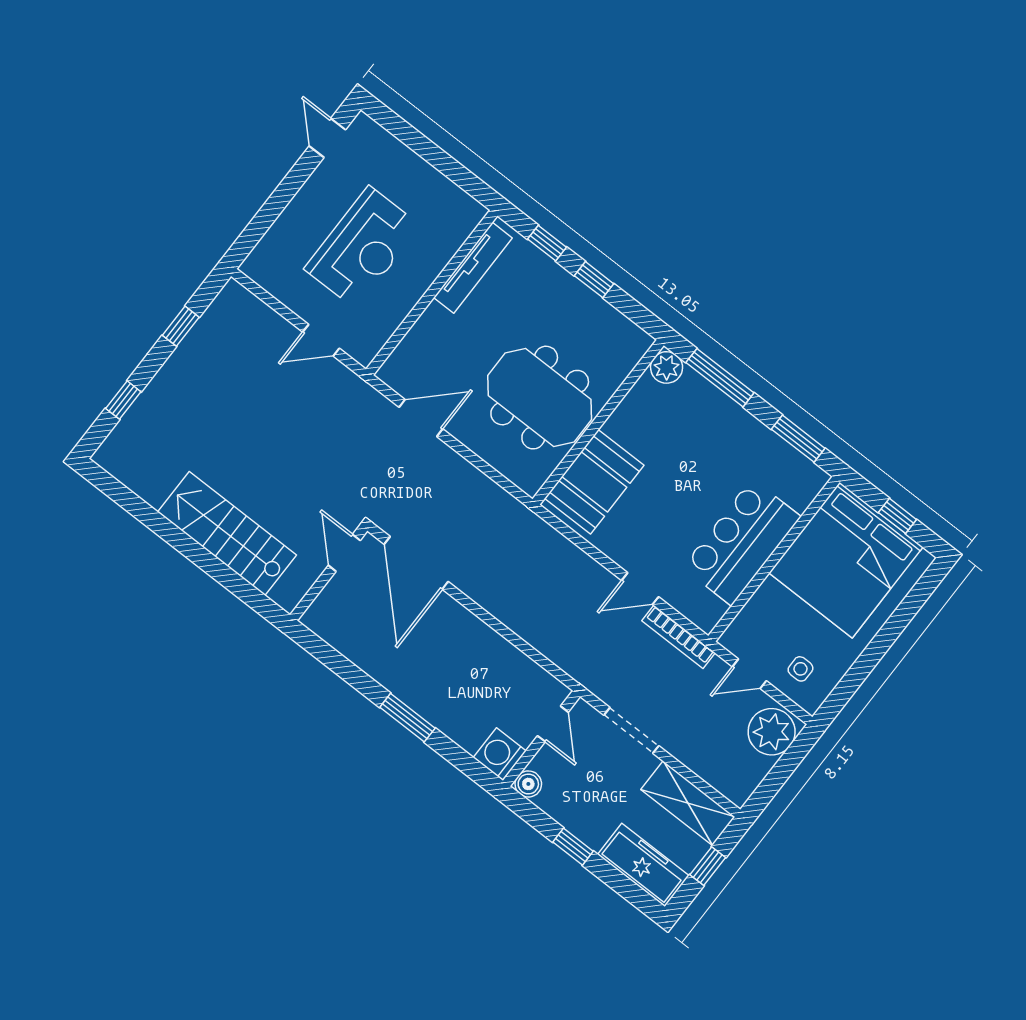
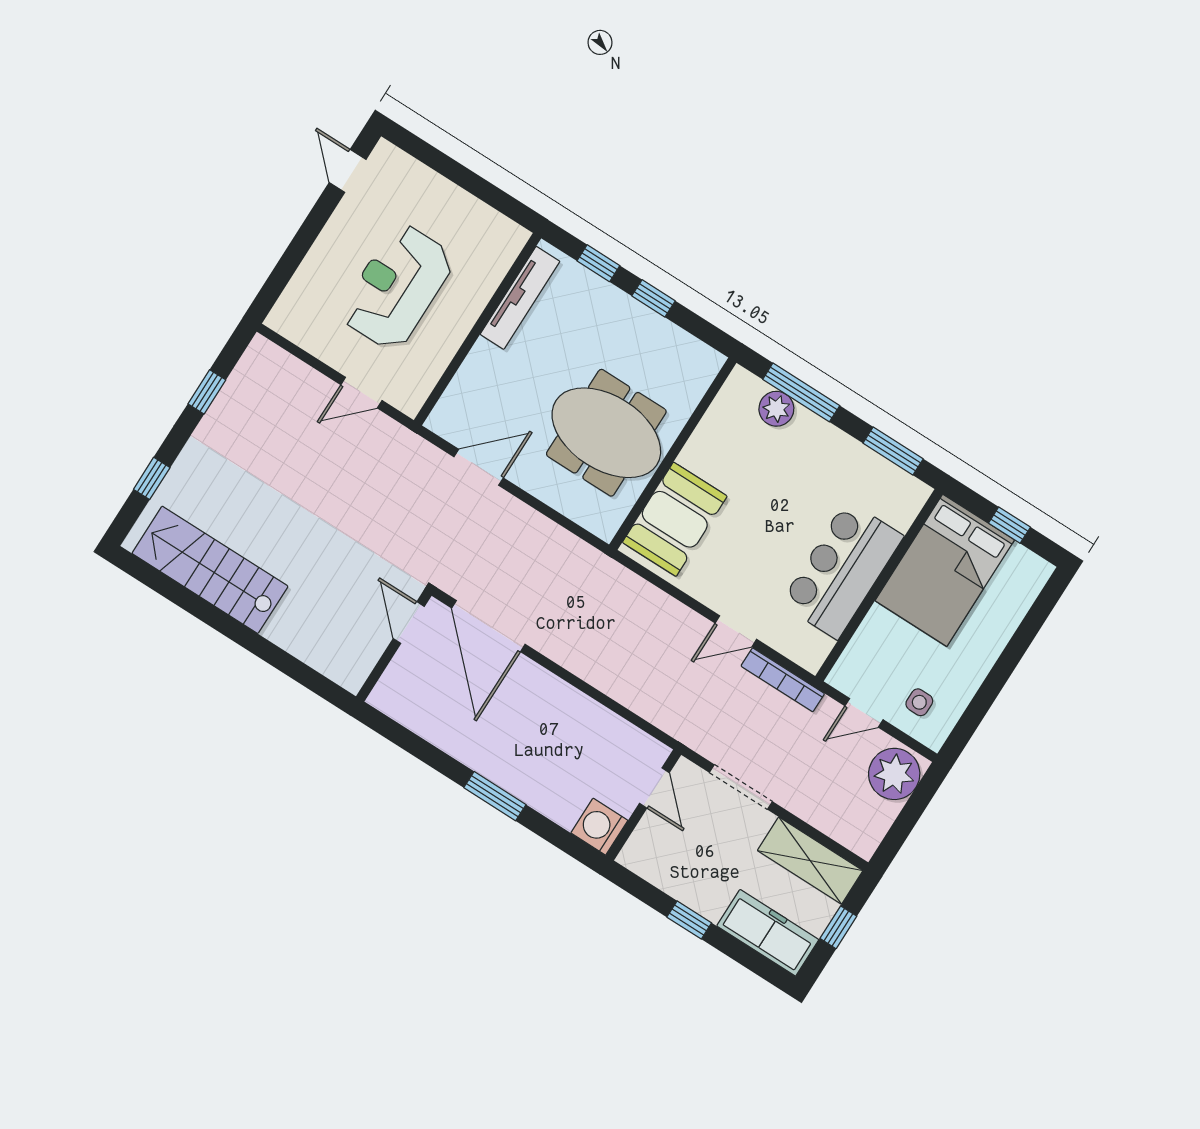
reception desk: (362, 247) -> (397, 287), turned 180
plant: (667, 367) -> (776, 409), moved
stairs: (227, 533) -> (210, 570), moved
bed: (846, 560) -> (945, 570), width x0.73
boiler: (528, 784) -> (634, 856), removed

